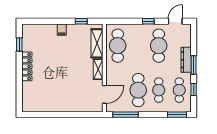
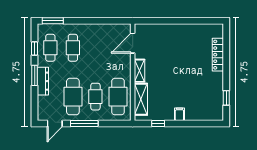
window: (148, 21) -> (84, 124), width x2.17
locker: (27, 66) -> (218, 55), moved
cafe table: (138, 90) -> (95, 97), moved, width x0.73, depth x0.74
window: (125, 115) -> (110, 21), removed

